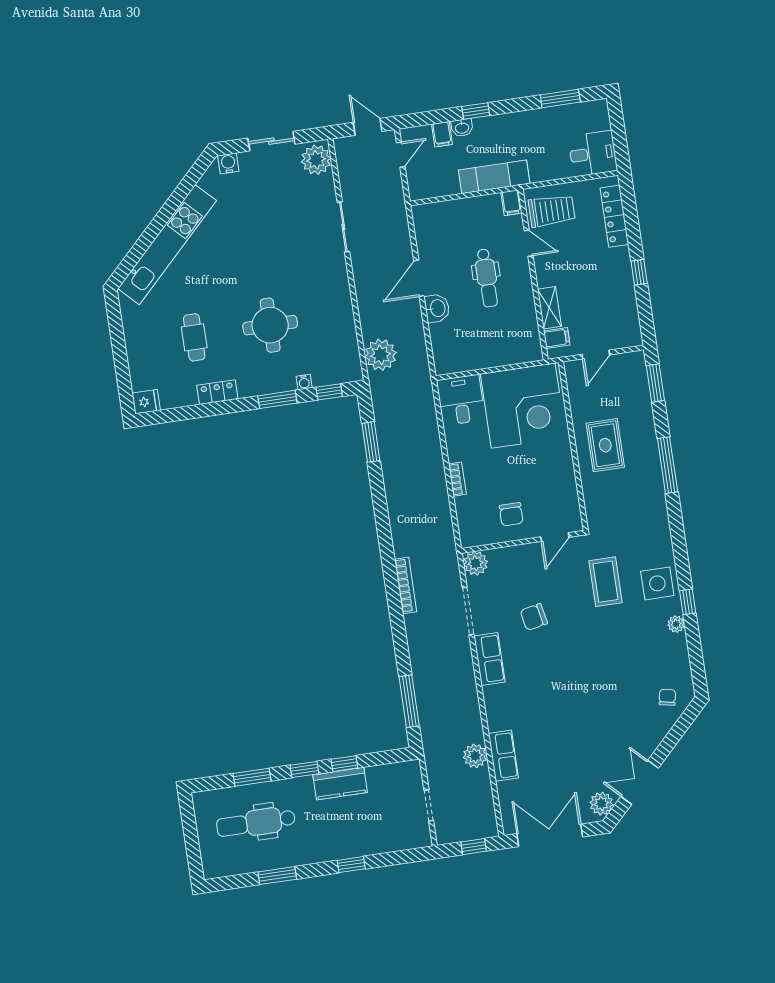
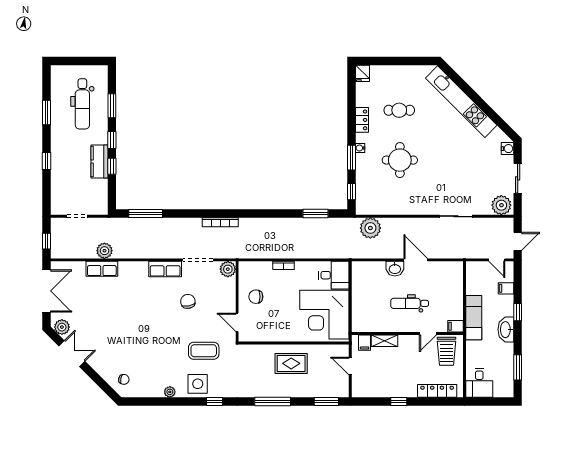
washbasin: (462, 128) -> (506, 330), moved, width x1.91, depth x1.45
water cooler: (304, 382) -> (360, 148), moved
window: (688, 602) -> (215, 401), moved
dental chair: (256, 823) -> (82, 104), turned 180

